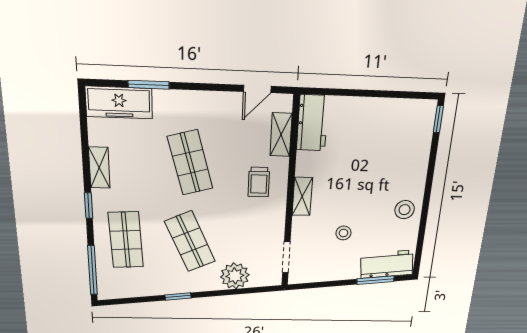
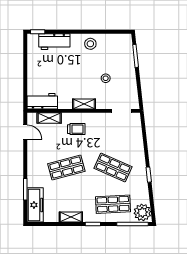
shop shelf: (190, 241) -> (113, 167), turned 48
workbench: (387, 264) -> (54, 42), moved, turned -84
plant: (235, 276) -> (142, 212), moved

